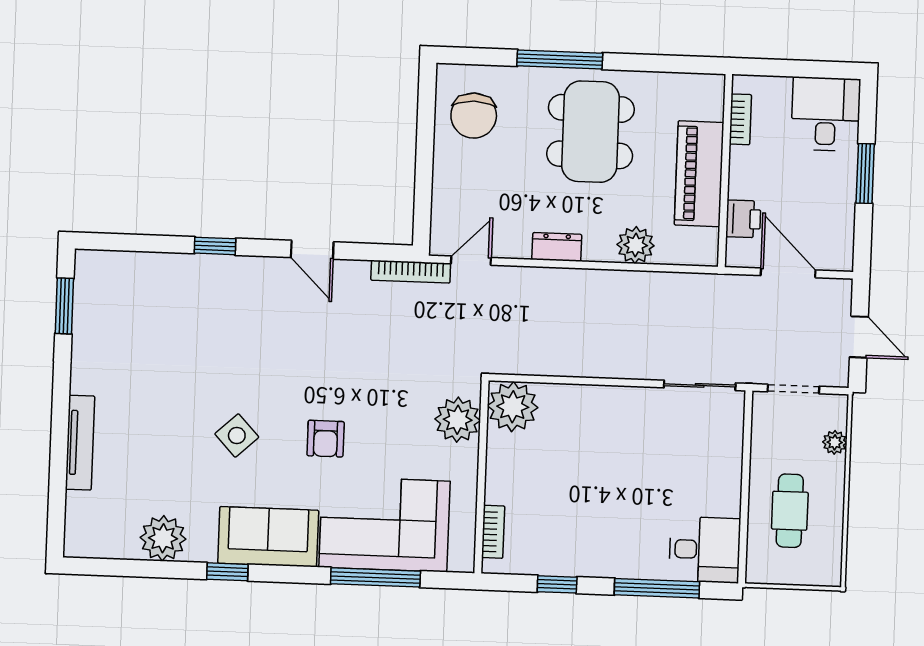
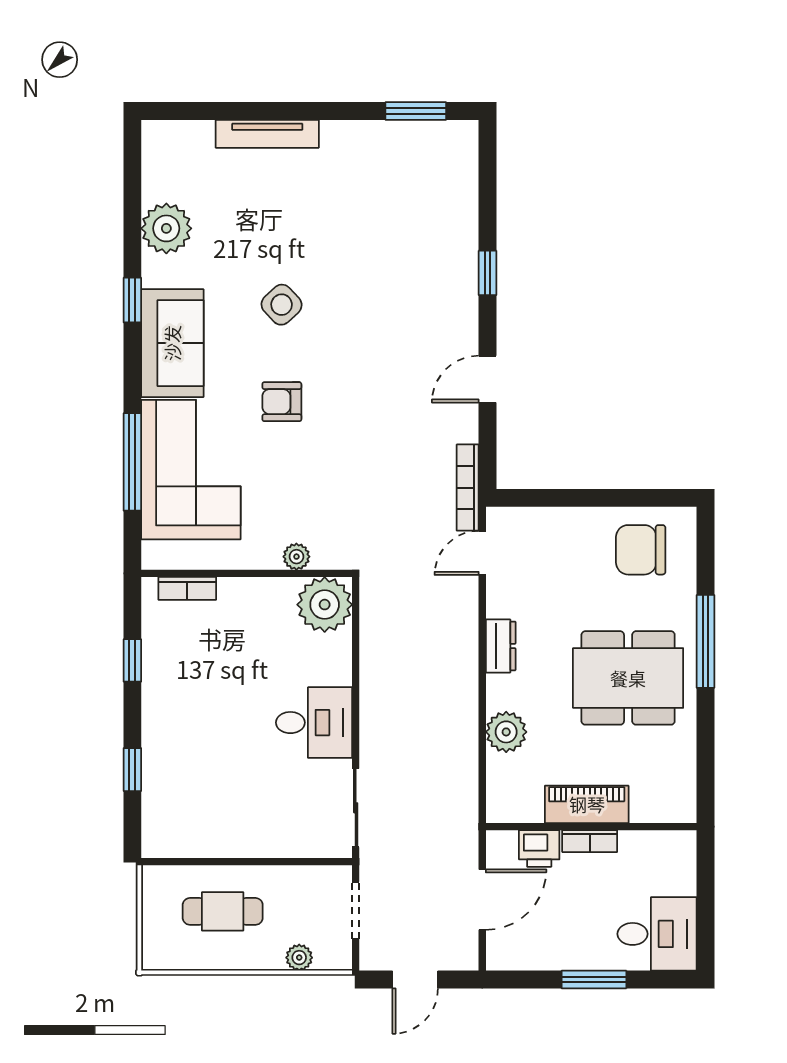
bookcase: (740, 119) -> (590, 841), moved
piano: (699, 174) -> (587, 804), width x0.73, depth x0.75
door: (471, 261) -> (482, 553), swing flipped
plant: (458, 420) -> (296, 557), width x0.53, depth x0.53
desk: (705, 550) -> (314, 723), moved, turned -90
window: (657, 588) -> (132, 770), width x0.46

